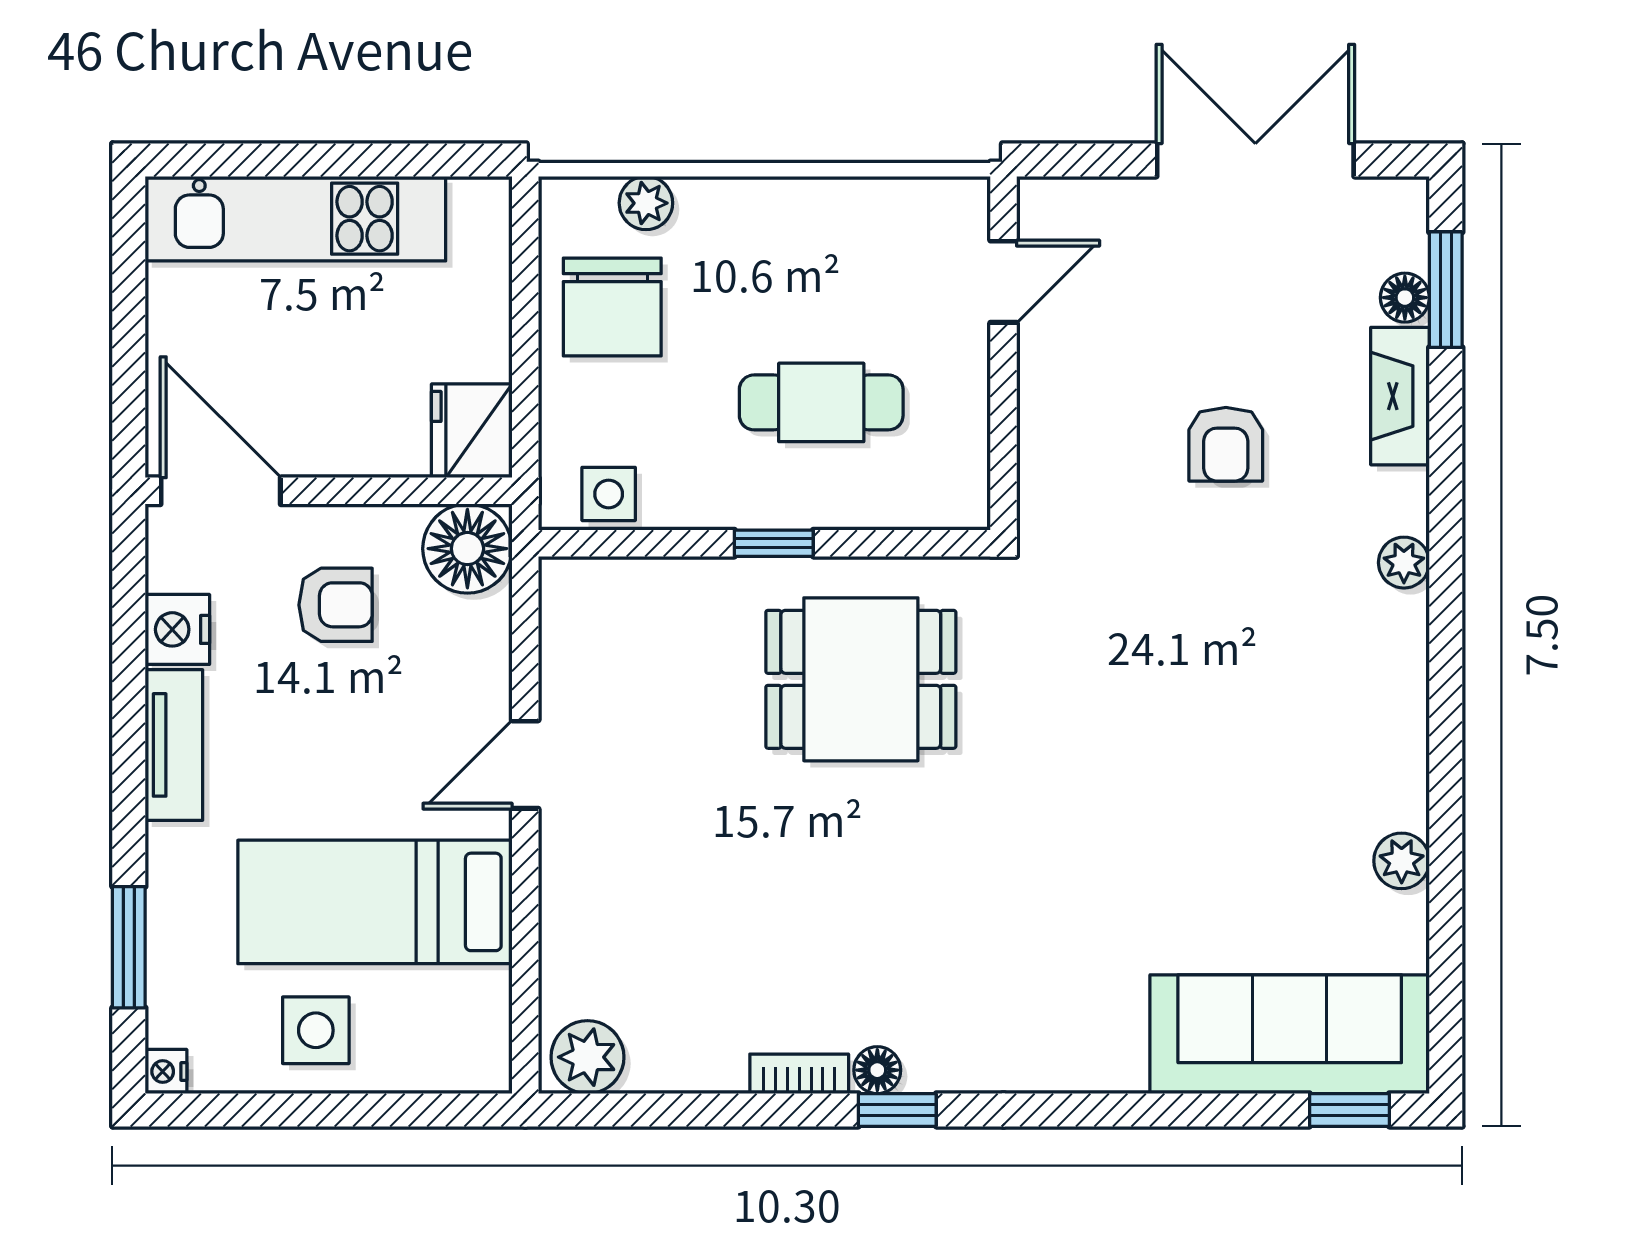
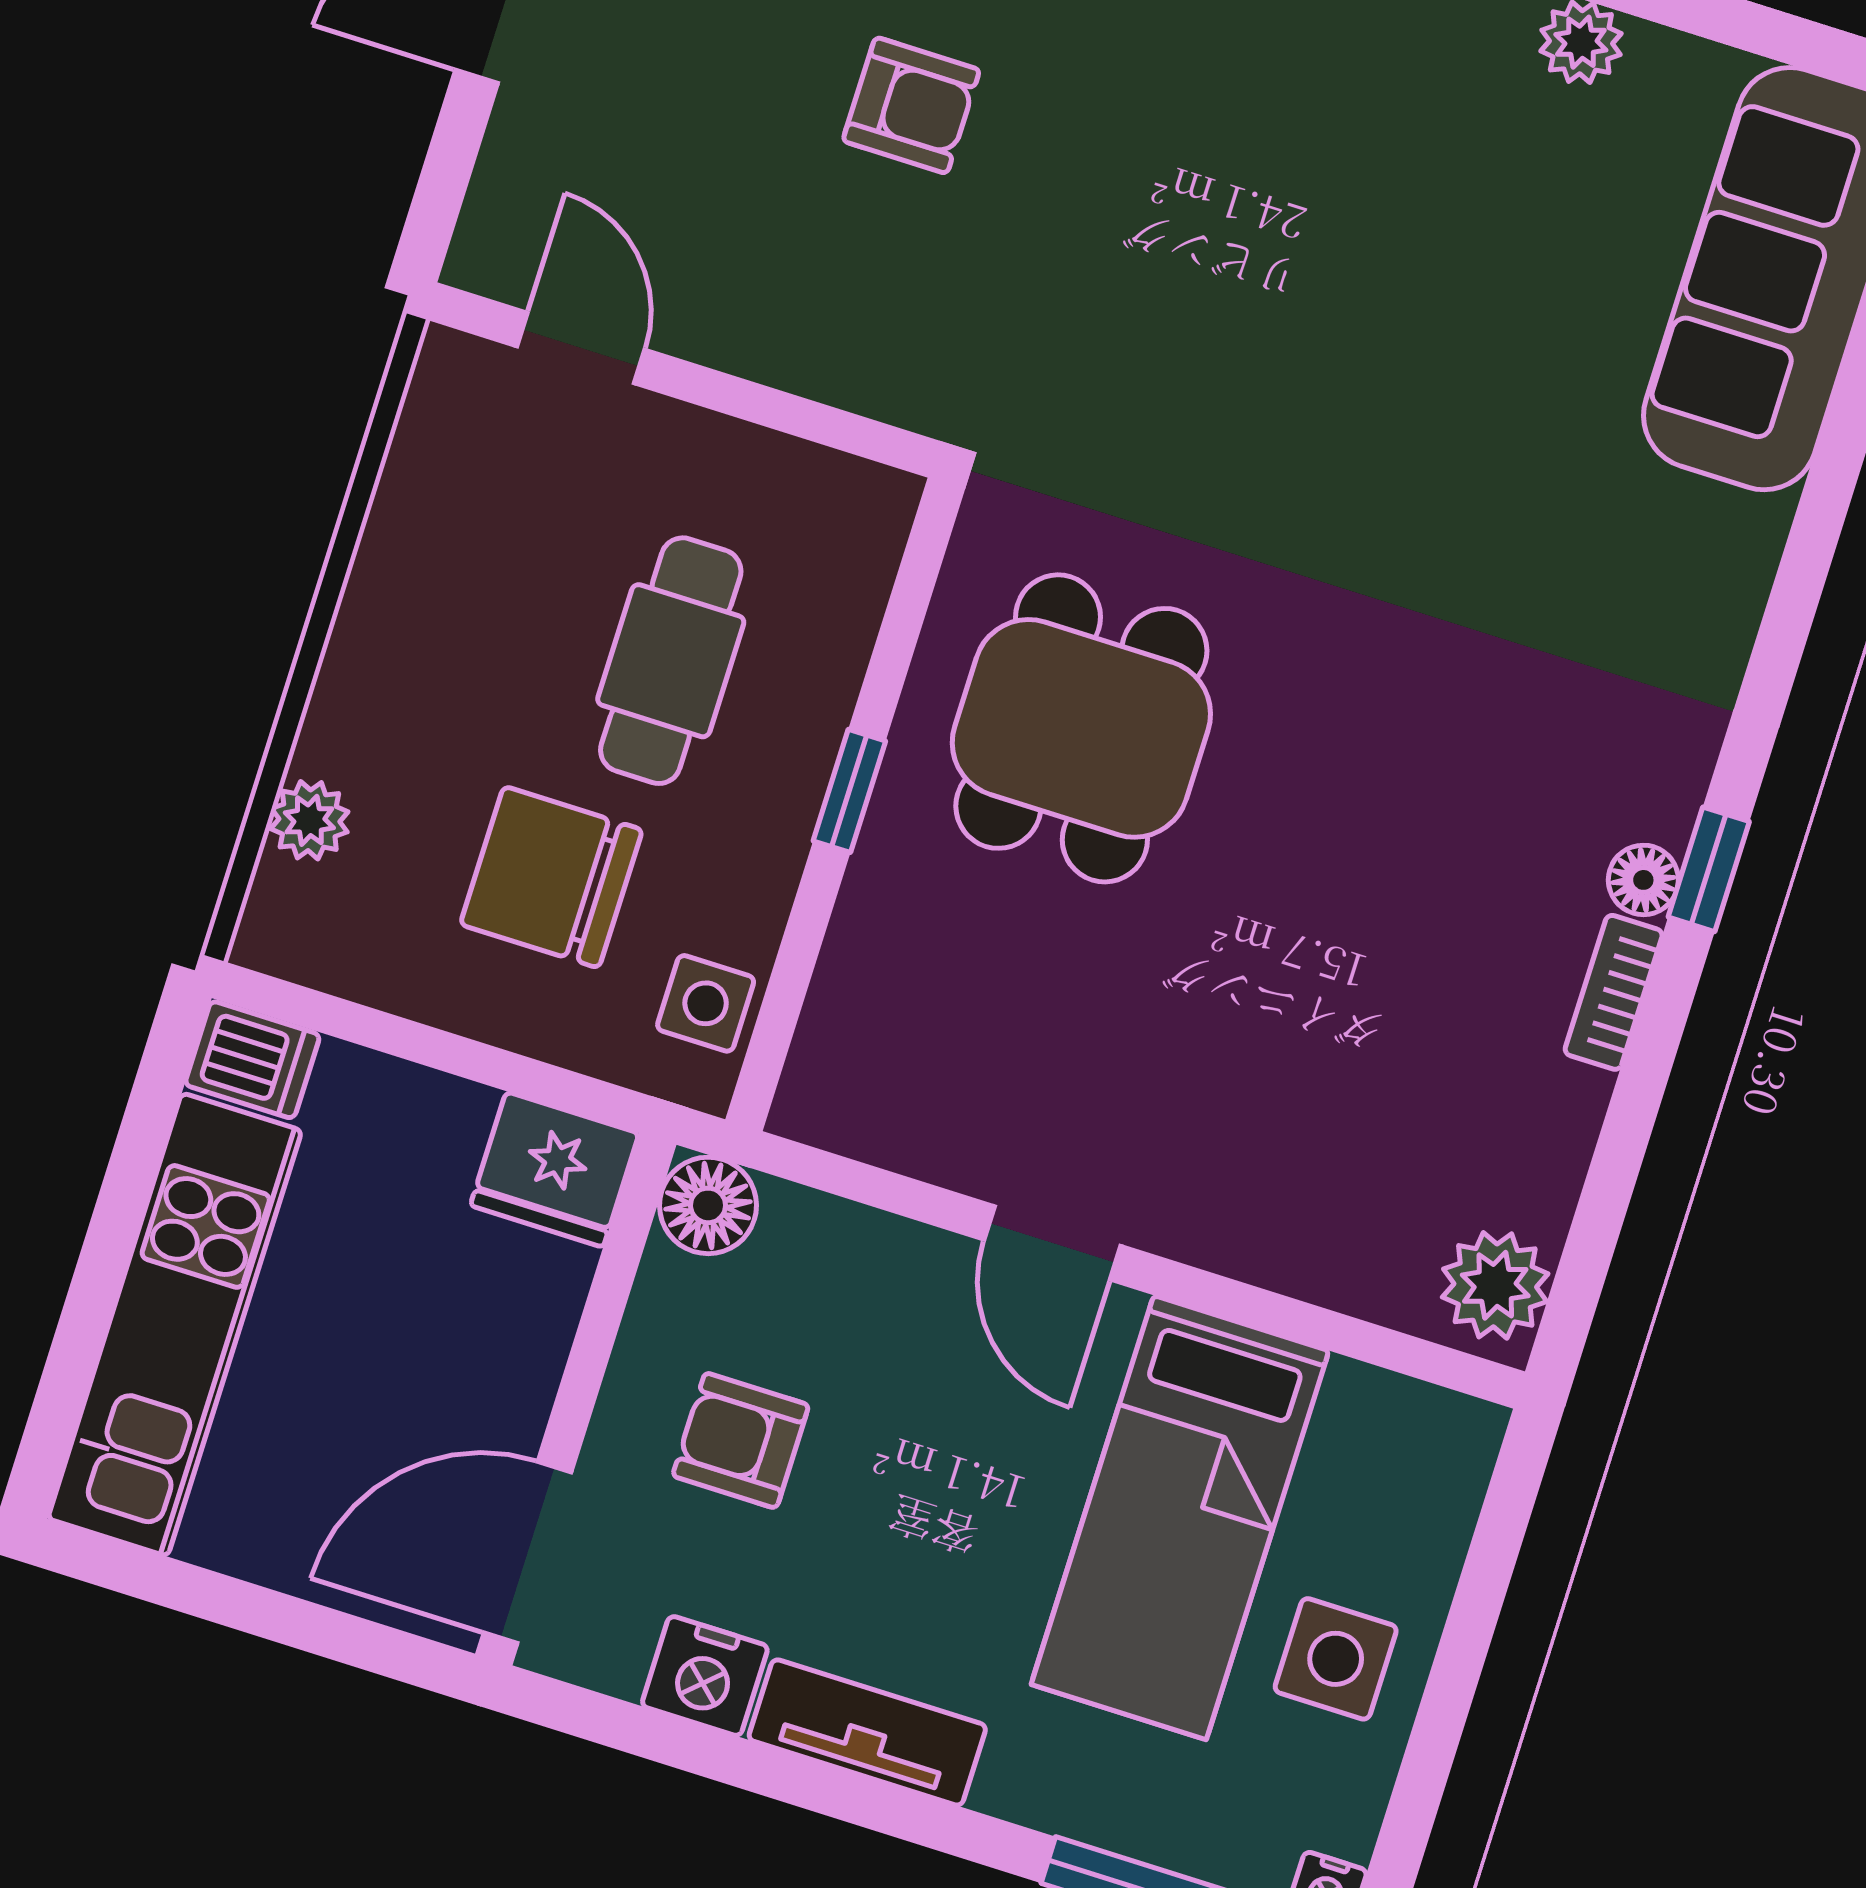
dishwasher: (481, 215) -> (252, 1060), added
chair: (612, 307) -> (551, 877), moved, turned 180
floor lamp: (467, 549) -> (708, 1205), width x0.73, depth x0.73
armchair: (336, 605) -> (741, 1440), turned -90

